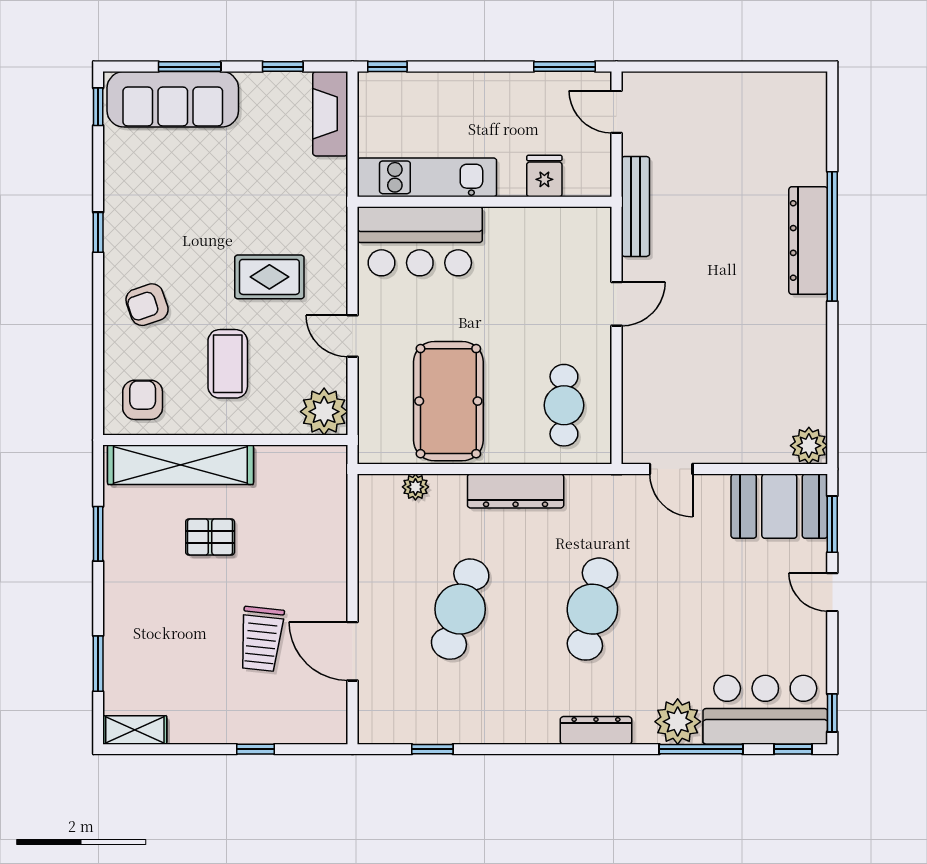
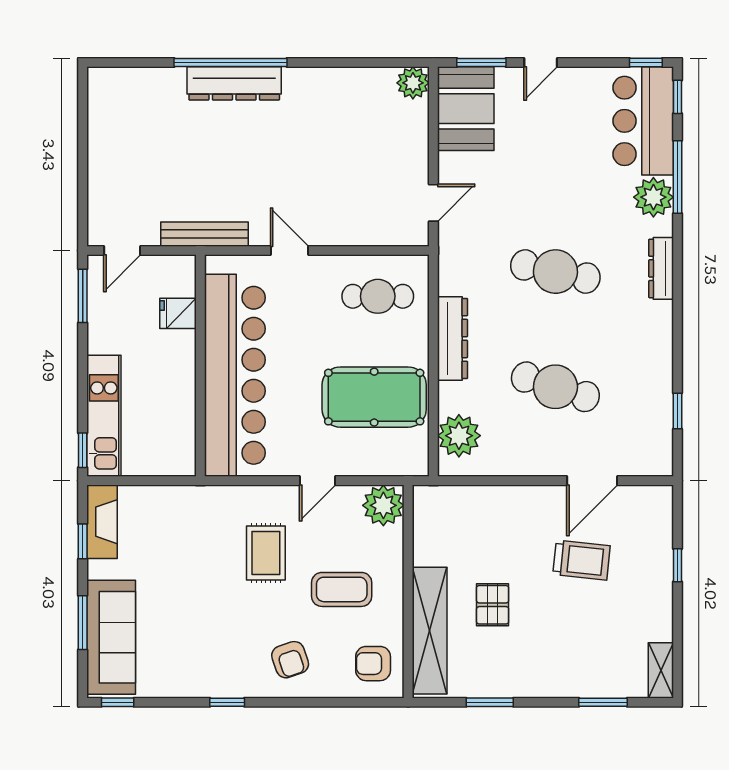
fireplace: (330, 114) -> (102, 522), moved, turned -90
kitchen unit: (427, 177) -> (104, 416), moved, turned 180
bar counter: (420, 241) -> (235, 375), width x1.86
plant: (415, 487) -> (459, 436), width x1.87, depth x1.87

